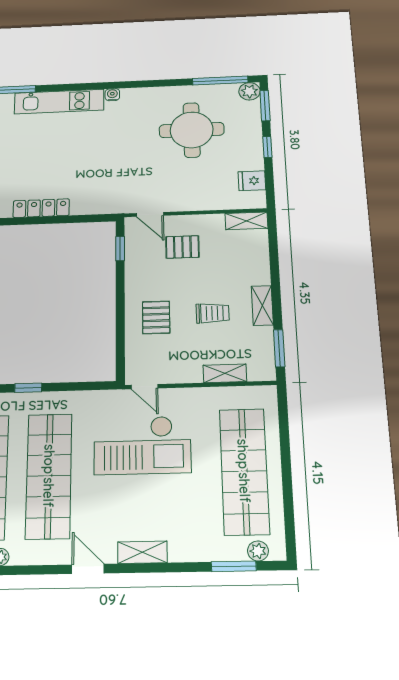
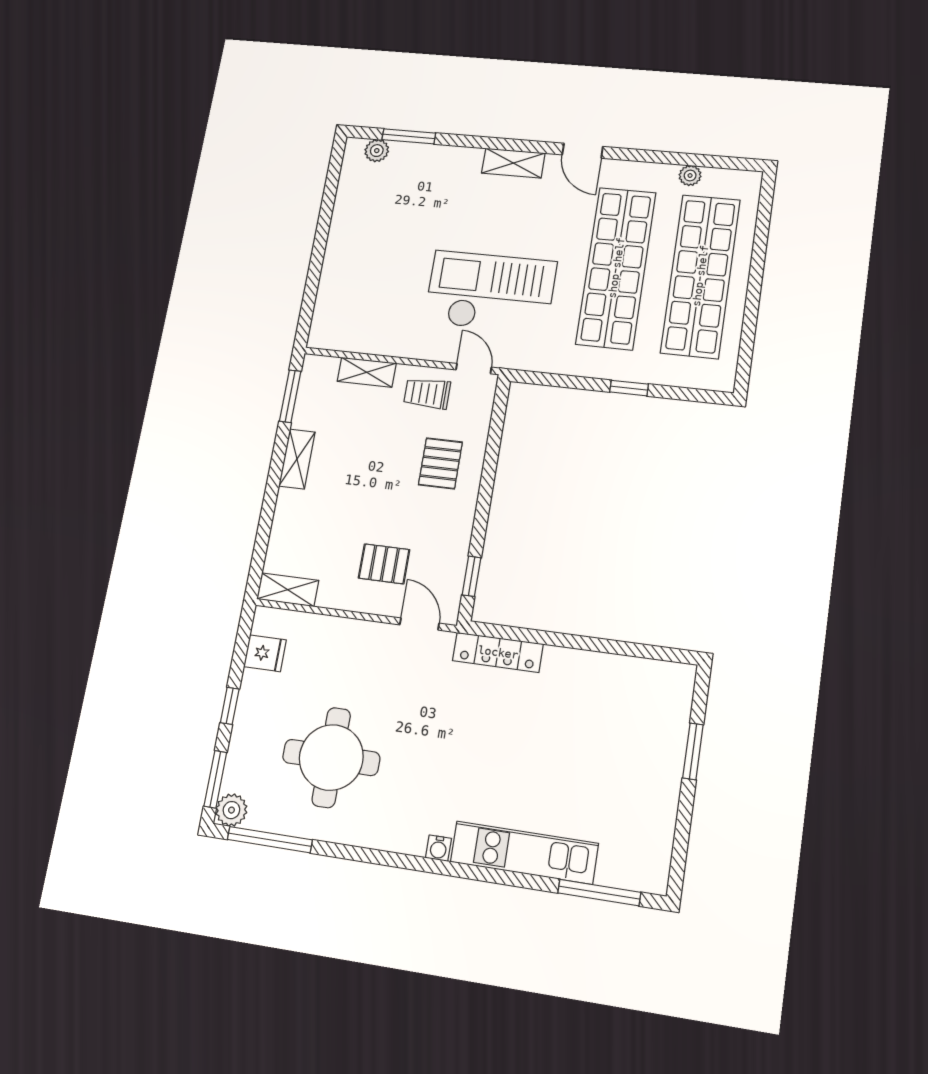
locker: (41, 208) -> (498, 652), moved
trolley: (213, 313) -> (427, 393), moved
shop shelf: (244, 471) -> (371, 245), removed

